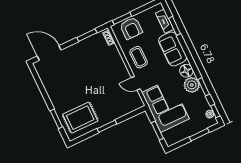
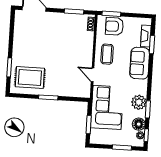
armchair: (131, 28) -> (114, 26), turned 90
floor lamp: (186, 71) -> (139, 124), moved

